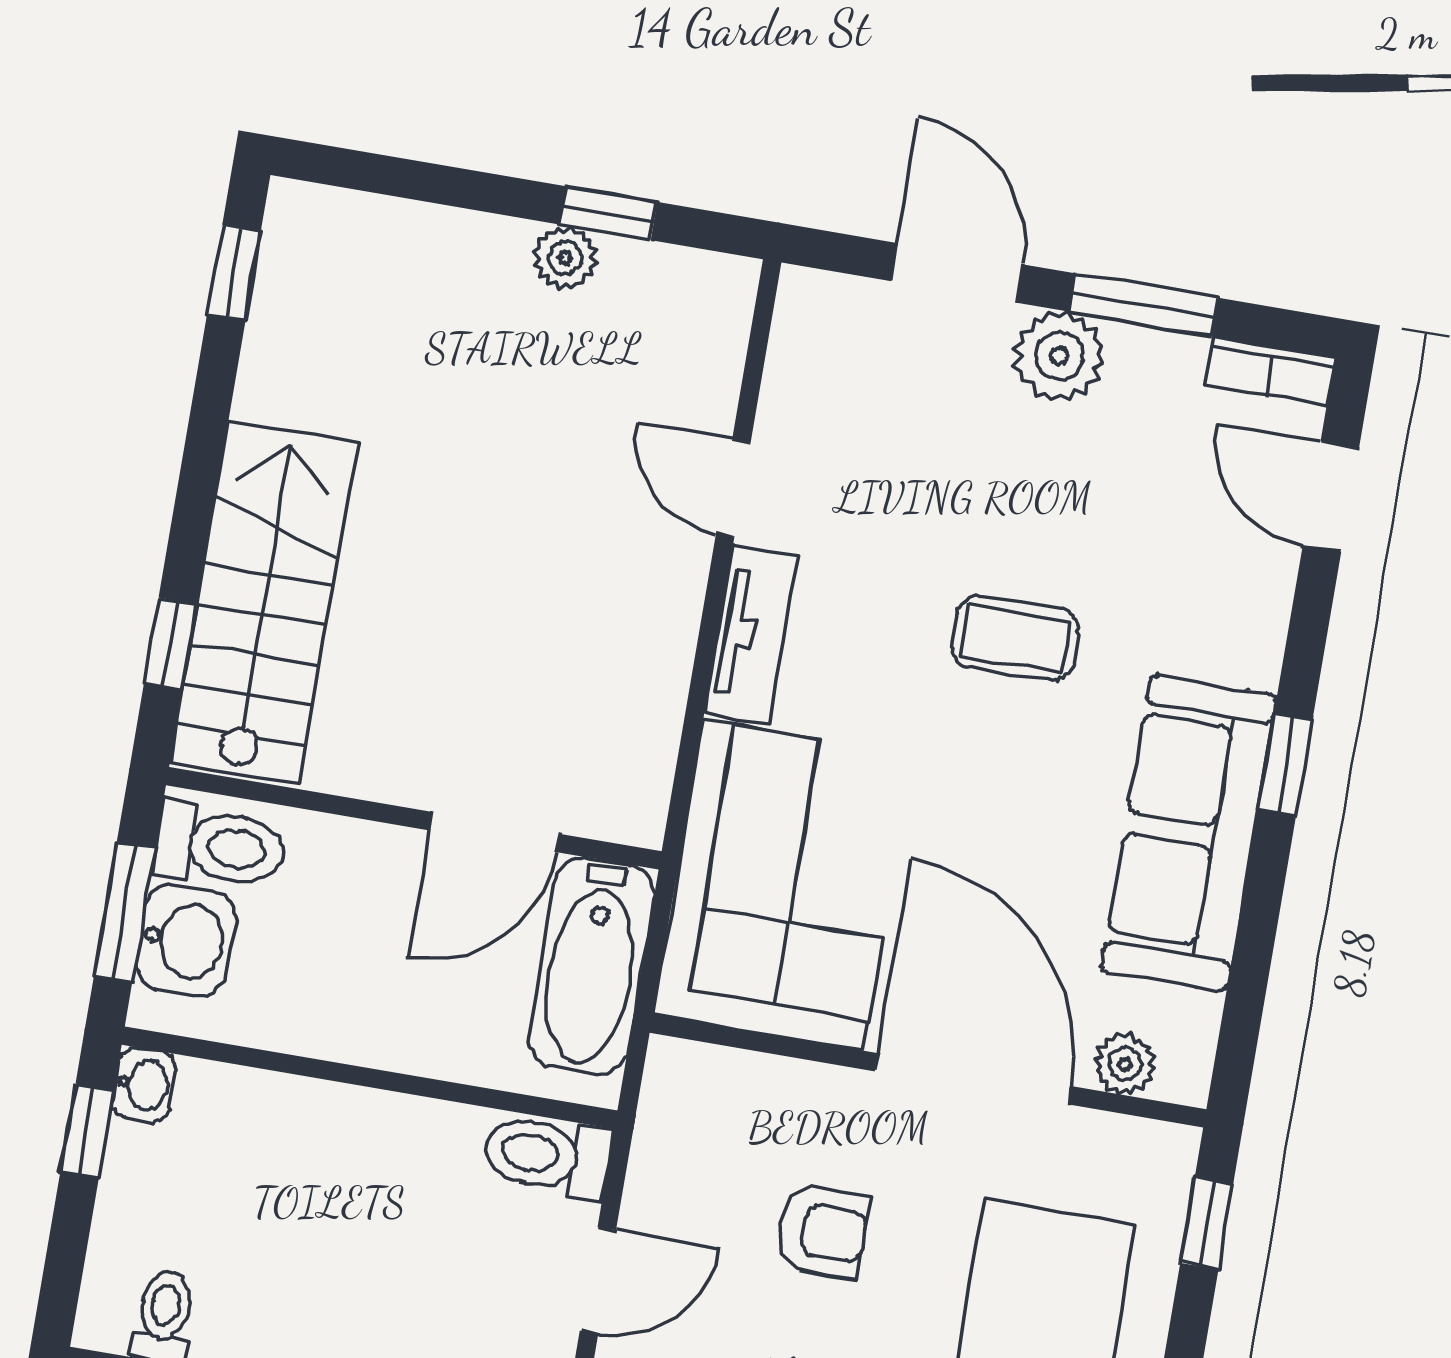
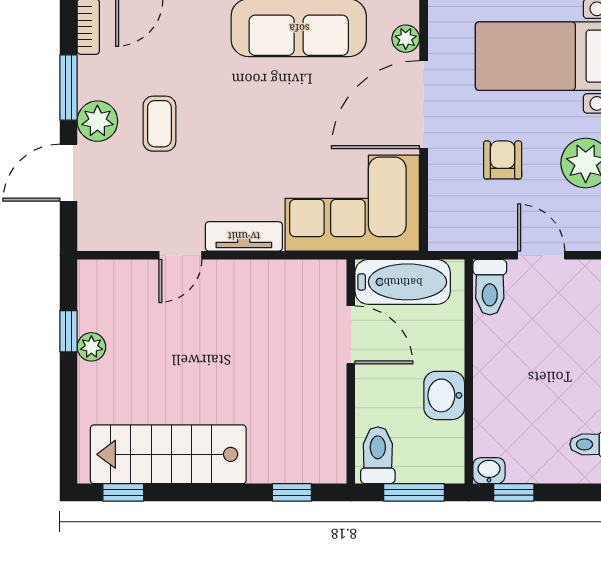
stairs: (263, 603) -> (168, 454), moved
coffee table: (1015, 638) -> (159, 124), moved
washbasin: (186, 940) -> (444, 395), moved, turned -90

